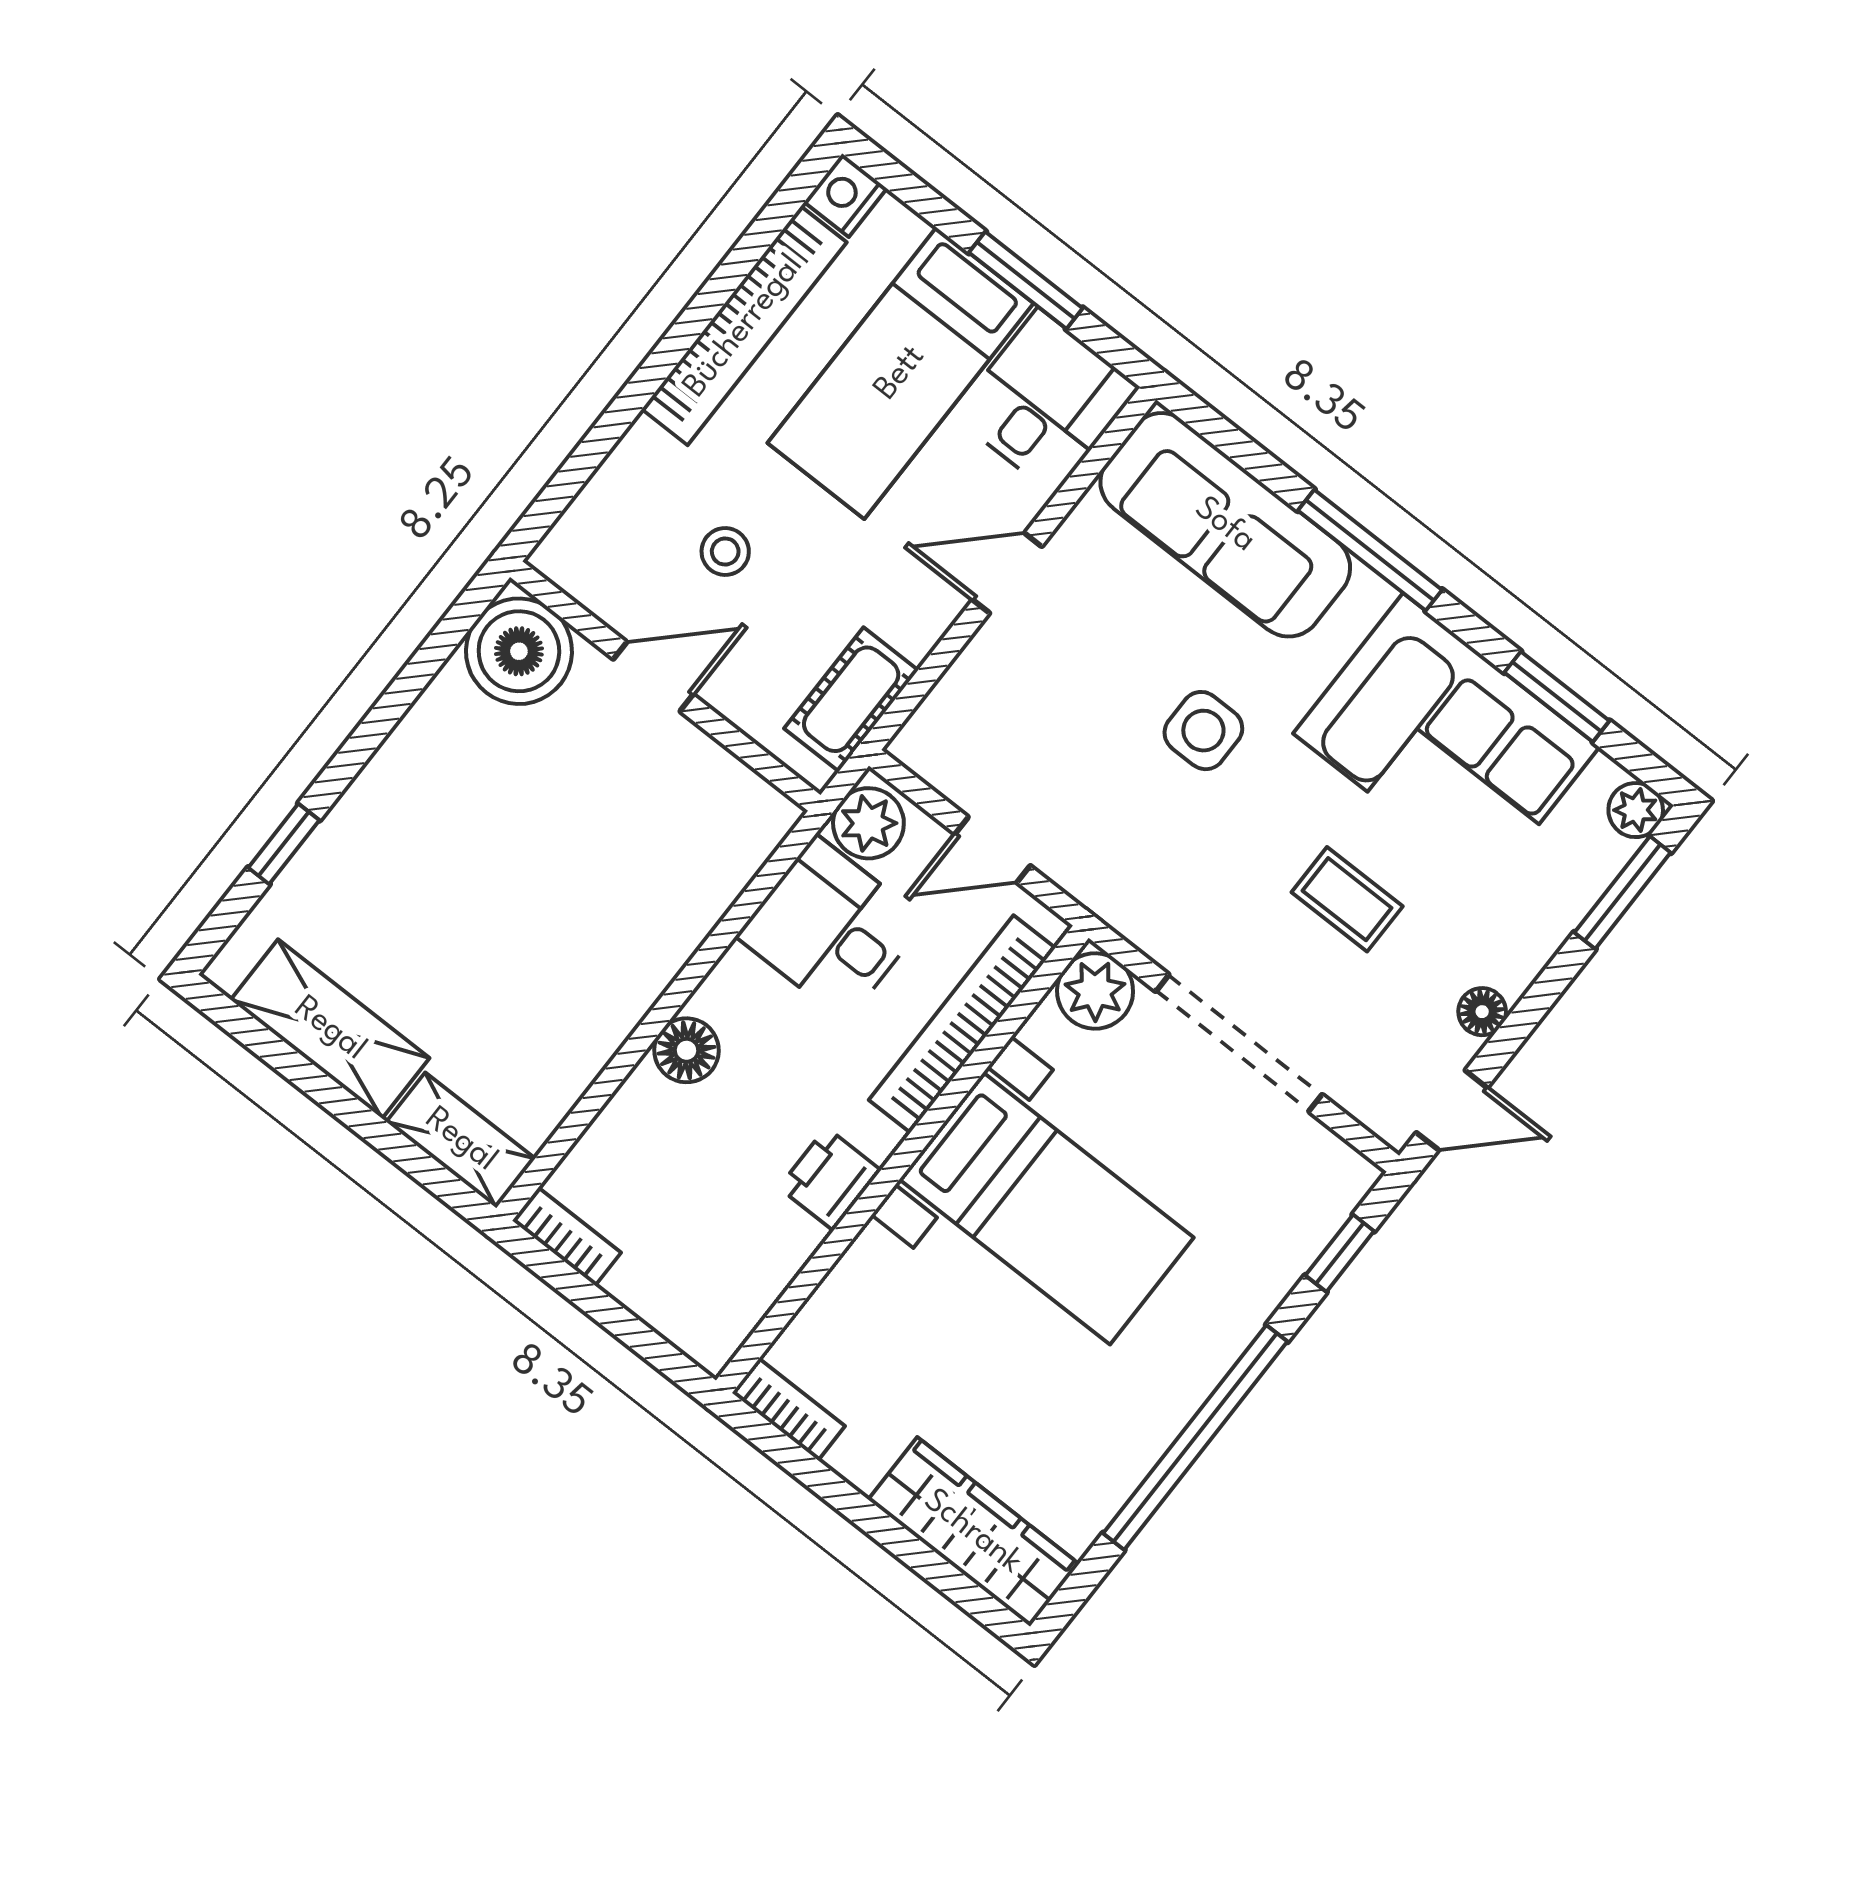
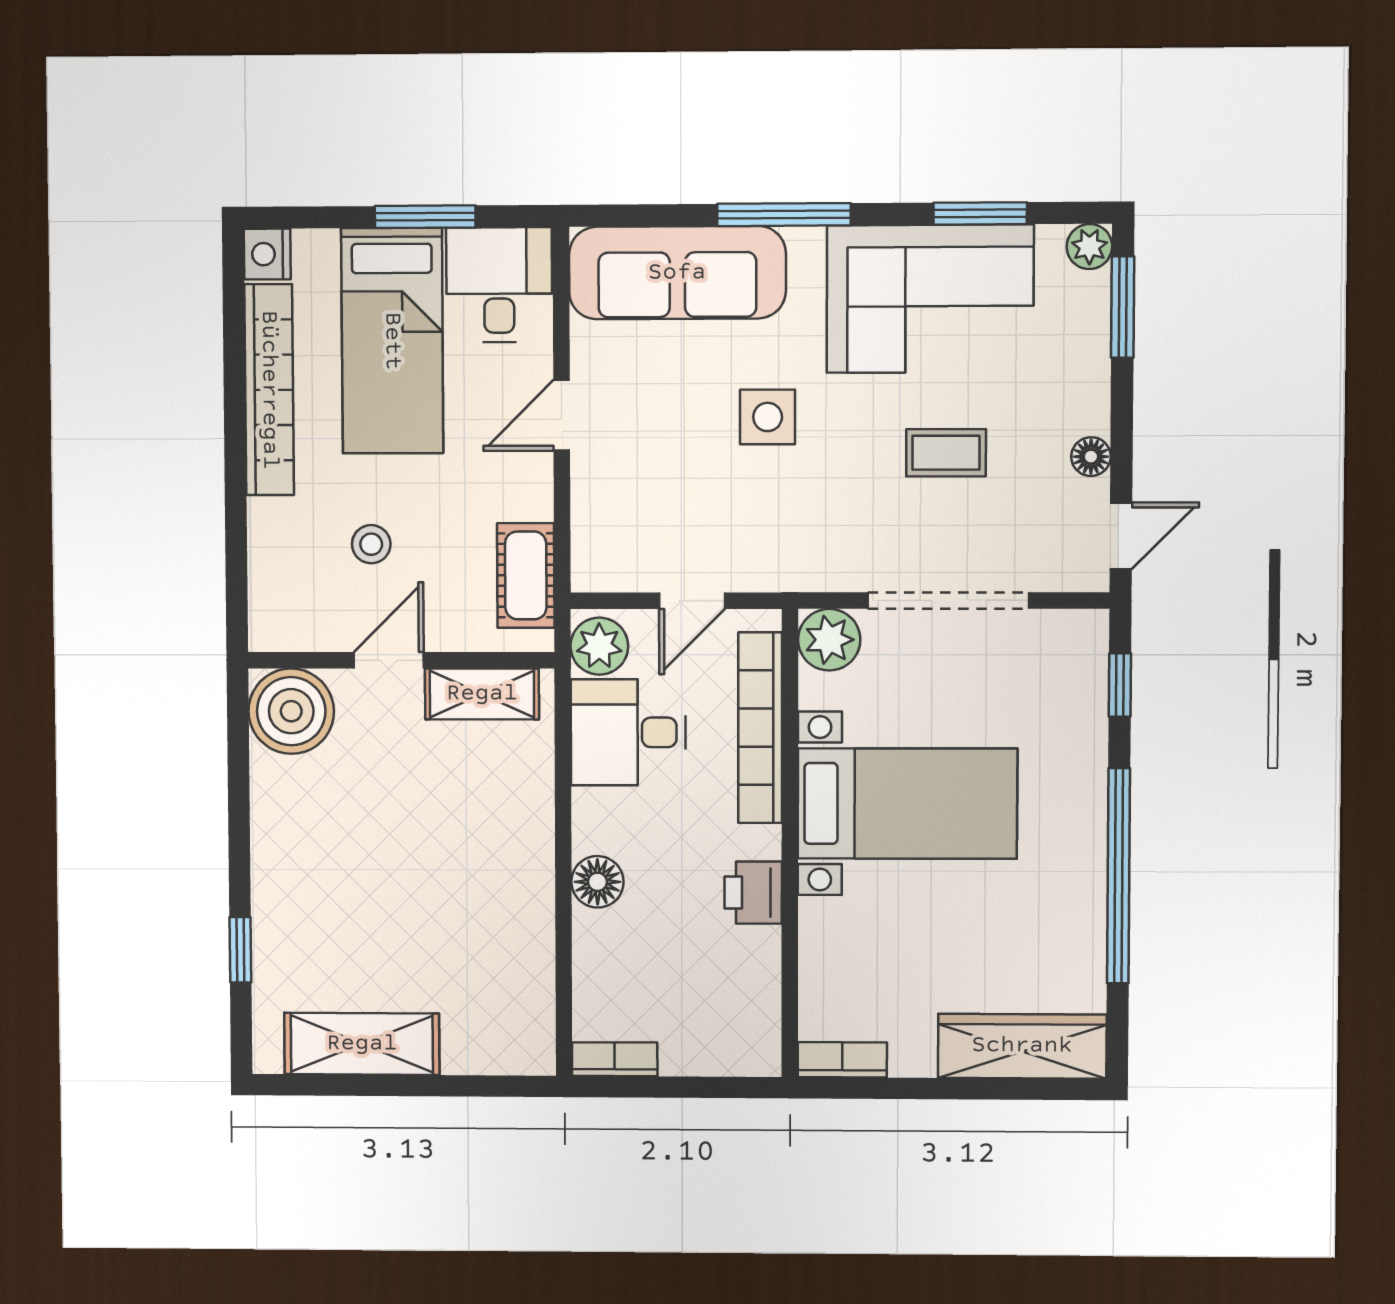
shelving: (461, 1140) -> (482, 694), moved

